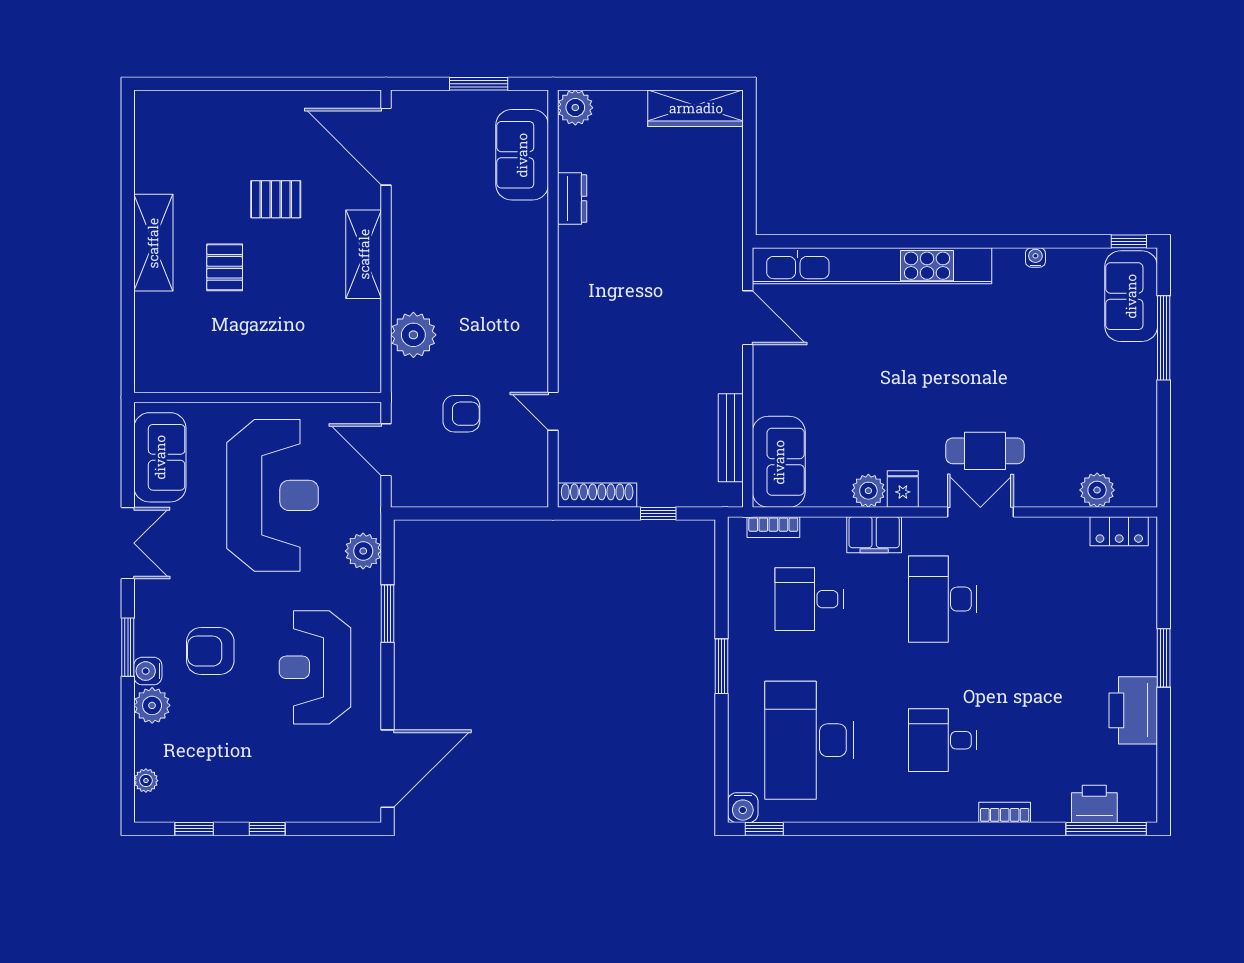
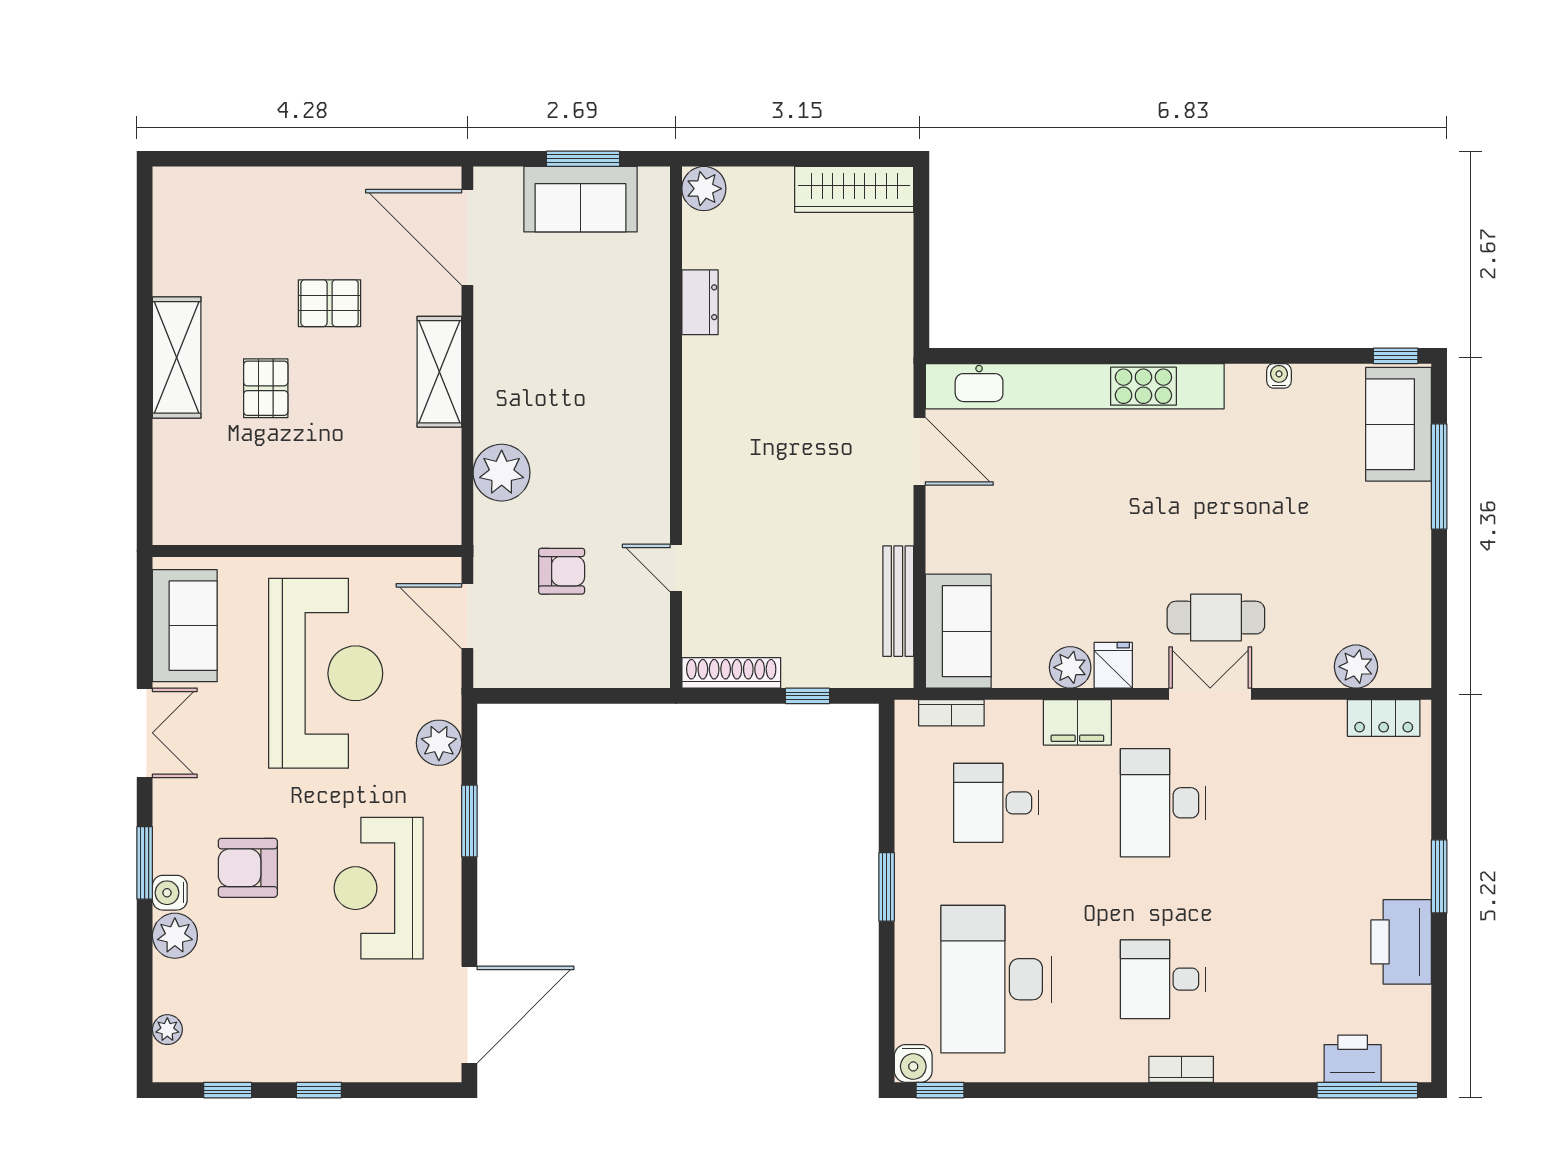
sofa: (522, 155) -> (580, 199), moved, turned -90
bookcase: (1005, 812) -> (1181, 1069), moved

